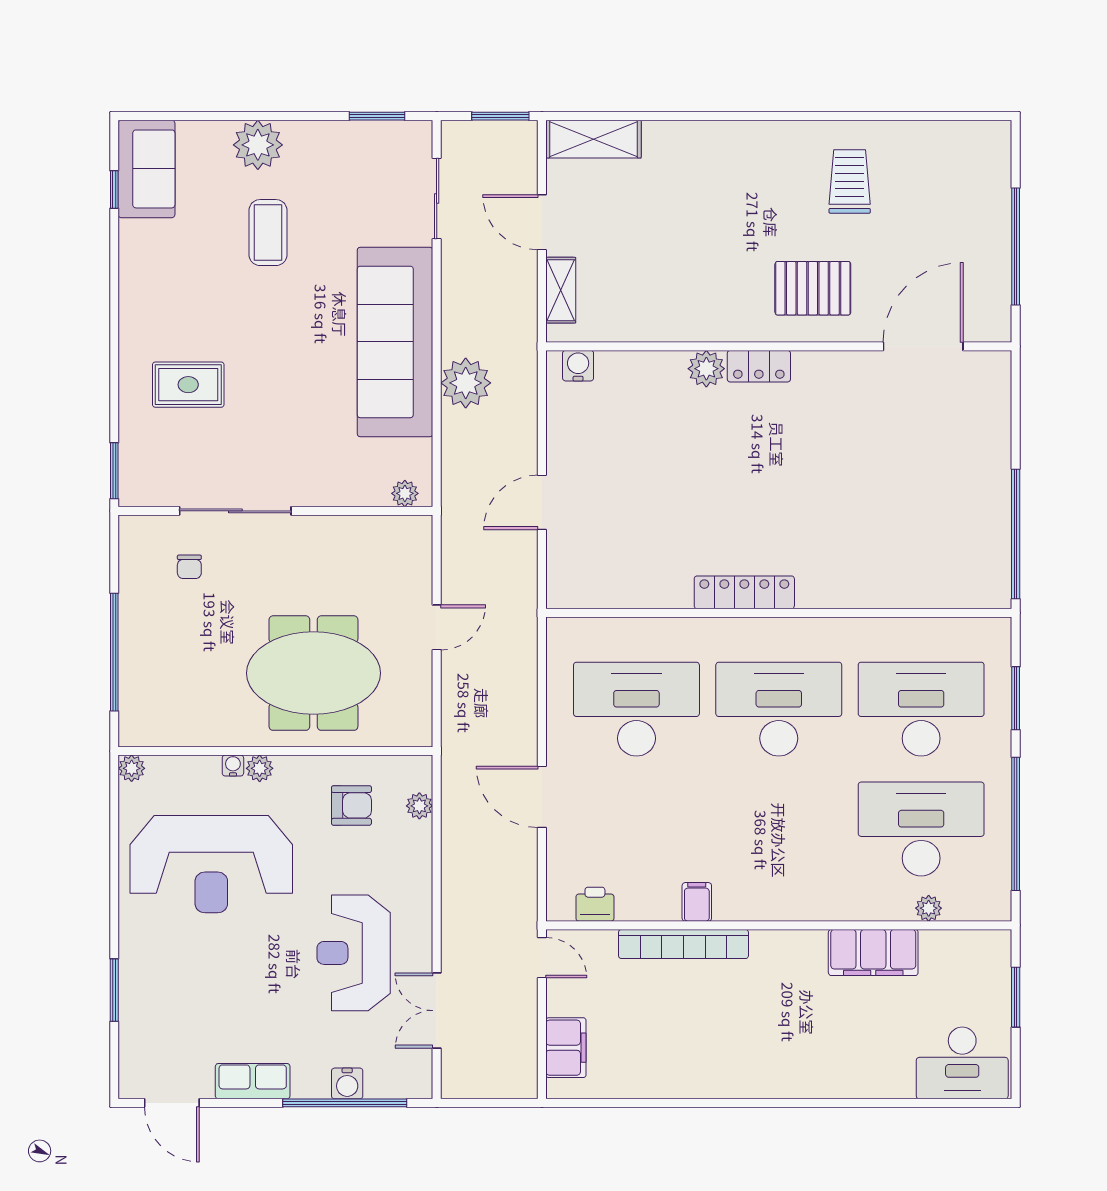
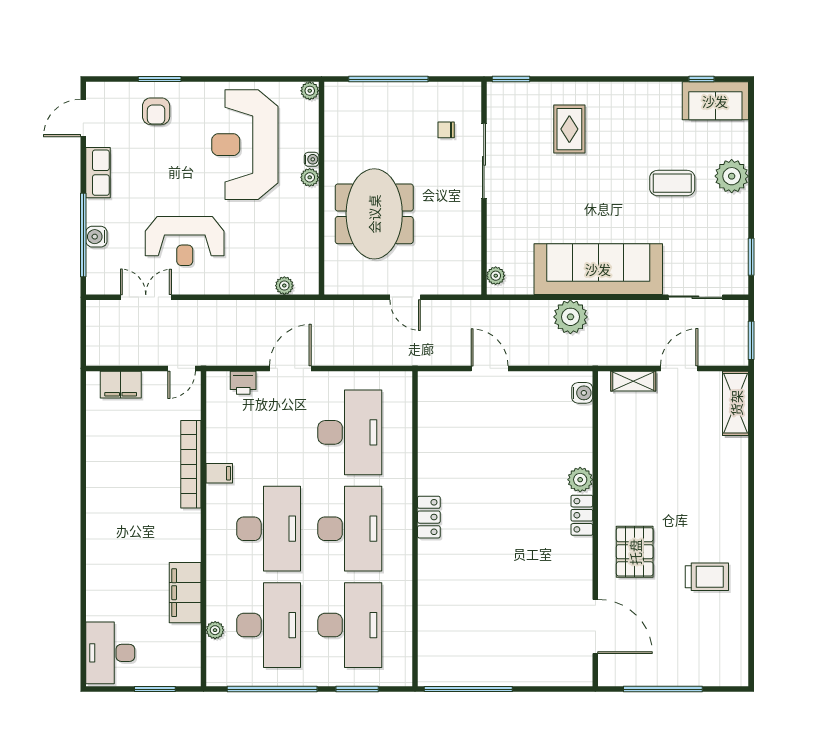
locker: (744, 592) -> (429, 517), width x0.66
armchair: (351, 805) -> (156, 111), moved
desk: (779, 829) -> (269, 529), added
printer: (595, 904) -> (243, 383), moved, turned 90
reception desk: (354, 953) -> (185, 241), turned 180

